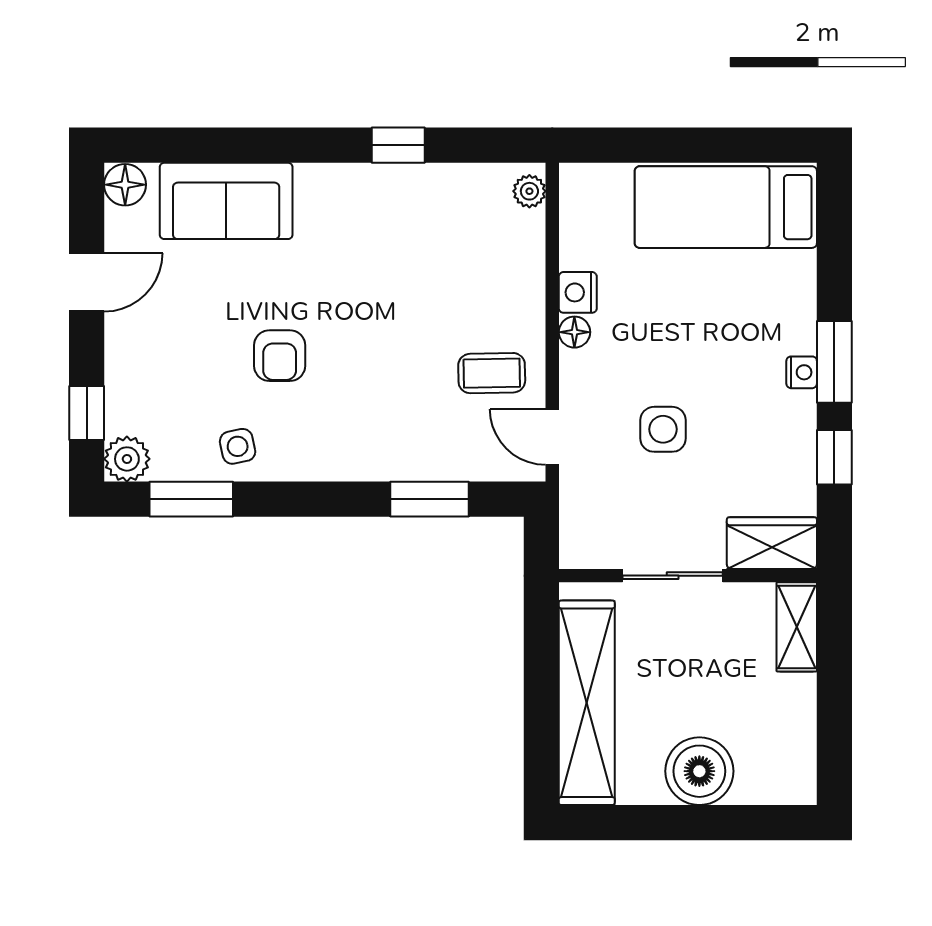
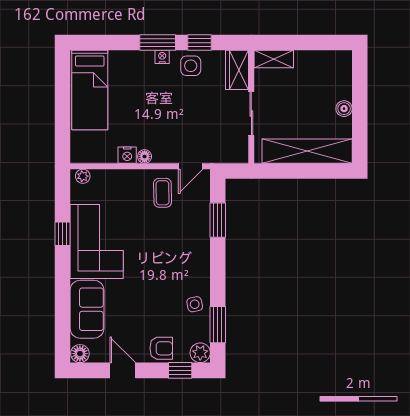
corner sofa: (380, 223) -> (97, 242), added
armchair: (280, 356) -> (161, 348), moved
side table: (663, 429) -> (191, 66), moved
boiler: (699, 771) -> (344, 109), width x0.54, depth x0.54

